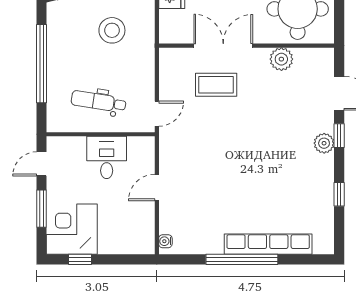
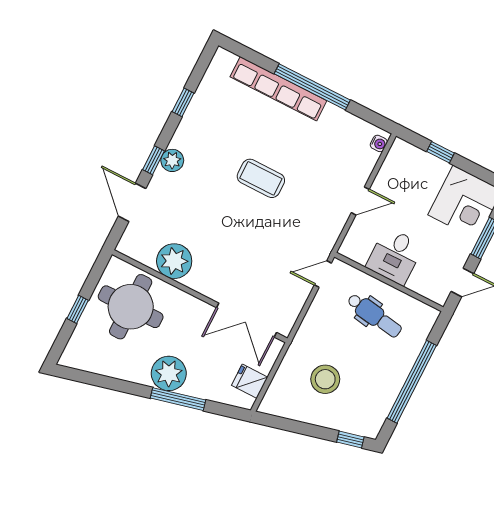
double door: (223, 46) -> (246, 320), moved
plant: (281, 59) -> (174, 261), width x1.36, depth x1.36
coffee table: (216, 85) -> (261, 178), moved
window: (80, 259) -> (441, 152), moved

